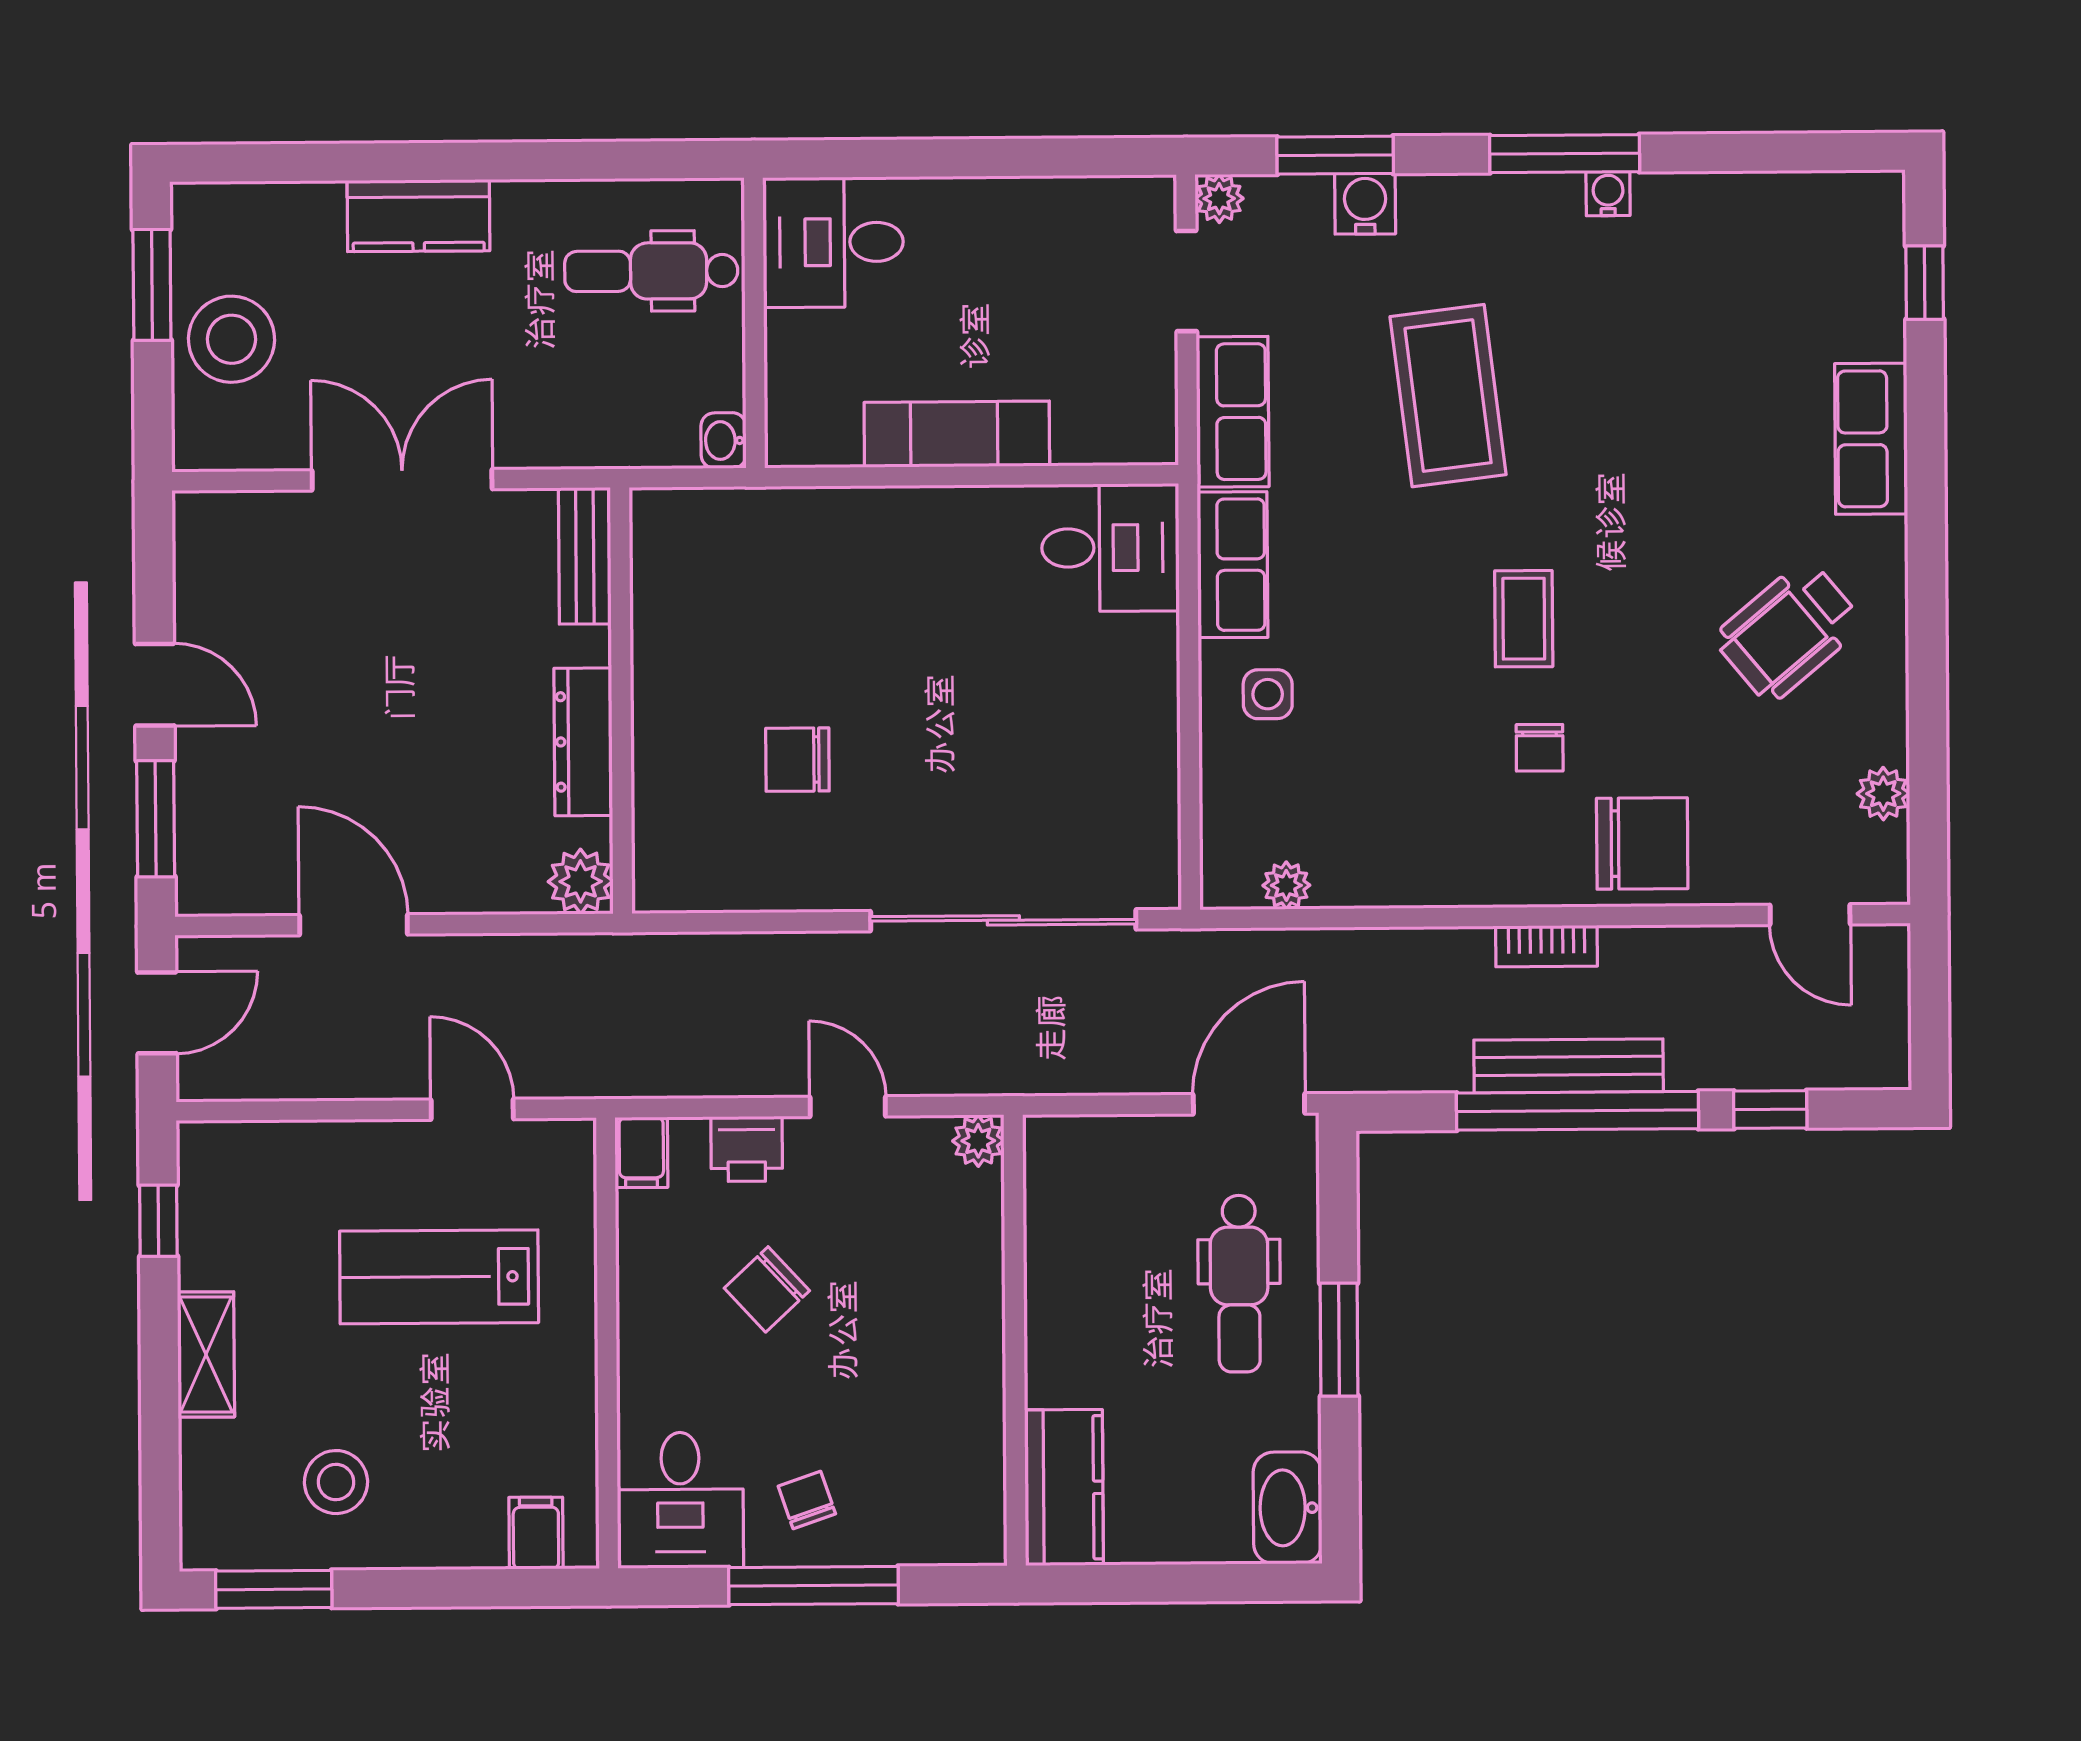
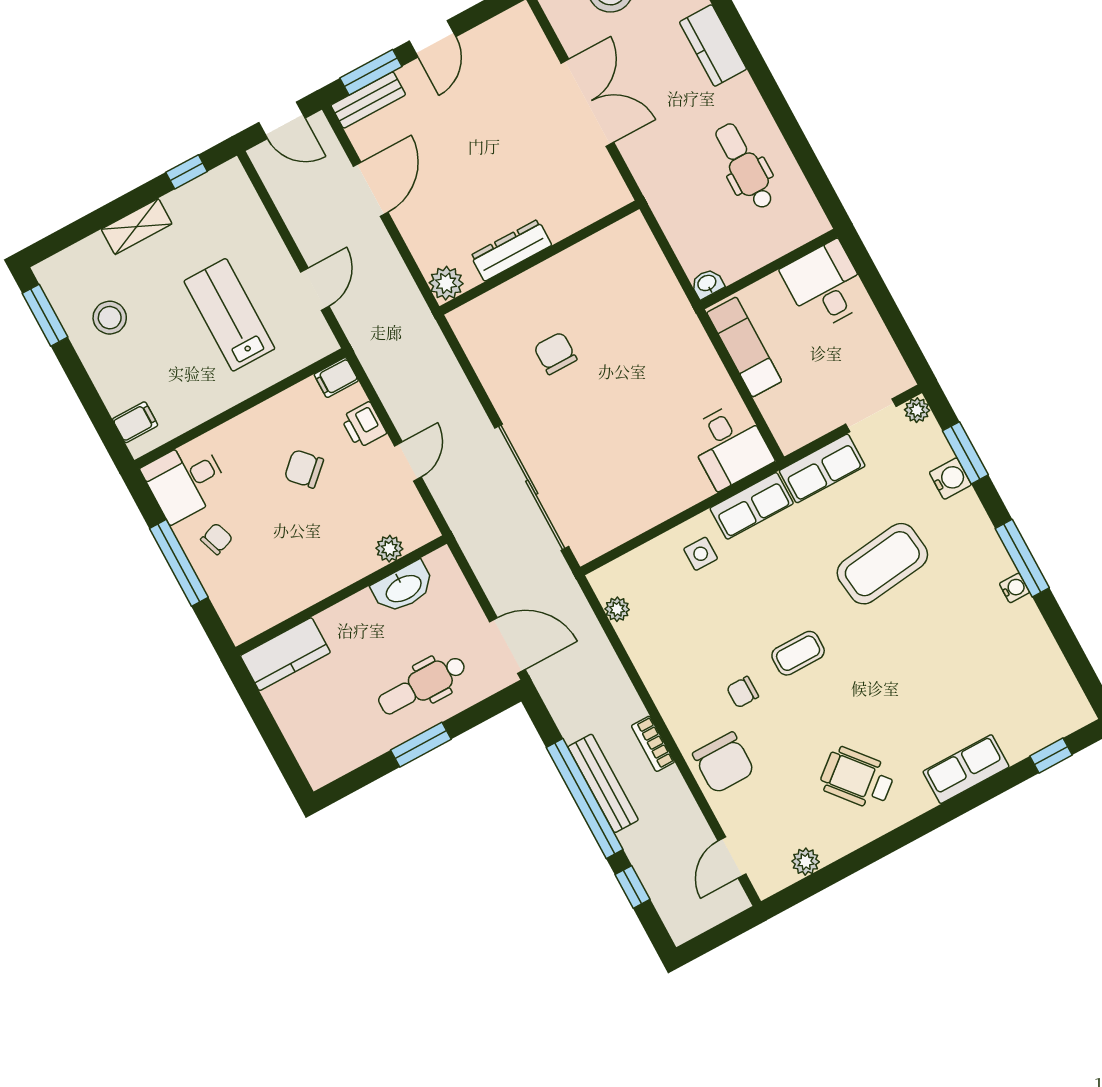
desk: (833, 242) -> (825, 285), moved
wall: (754, 323) -> (769, 269), moved
washbasin: (724, 441) -> (707, 284), moved
bench: (585, 556) -> (368, 100), moved
plant: (978, 1141) -> (389, 549), moved
washbasin: (1287, 1508) -> (403, 588), moved, turned 180

